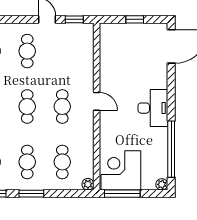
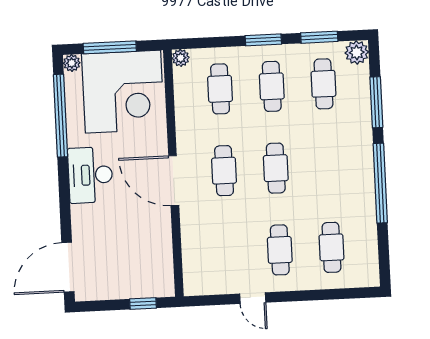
window: (74, 19) -> (213, 300), removed
window: (135, 19) -> (143, 304), moved
door: (97, 101) -> (174, 181), width x1.87
corner desk: (121, 170) -> (123, 92), width x1.36, depth x1.36
window: (122, 194) -> (110, 47), moved

